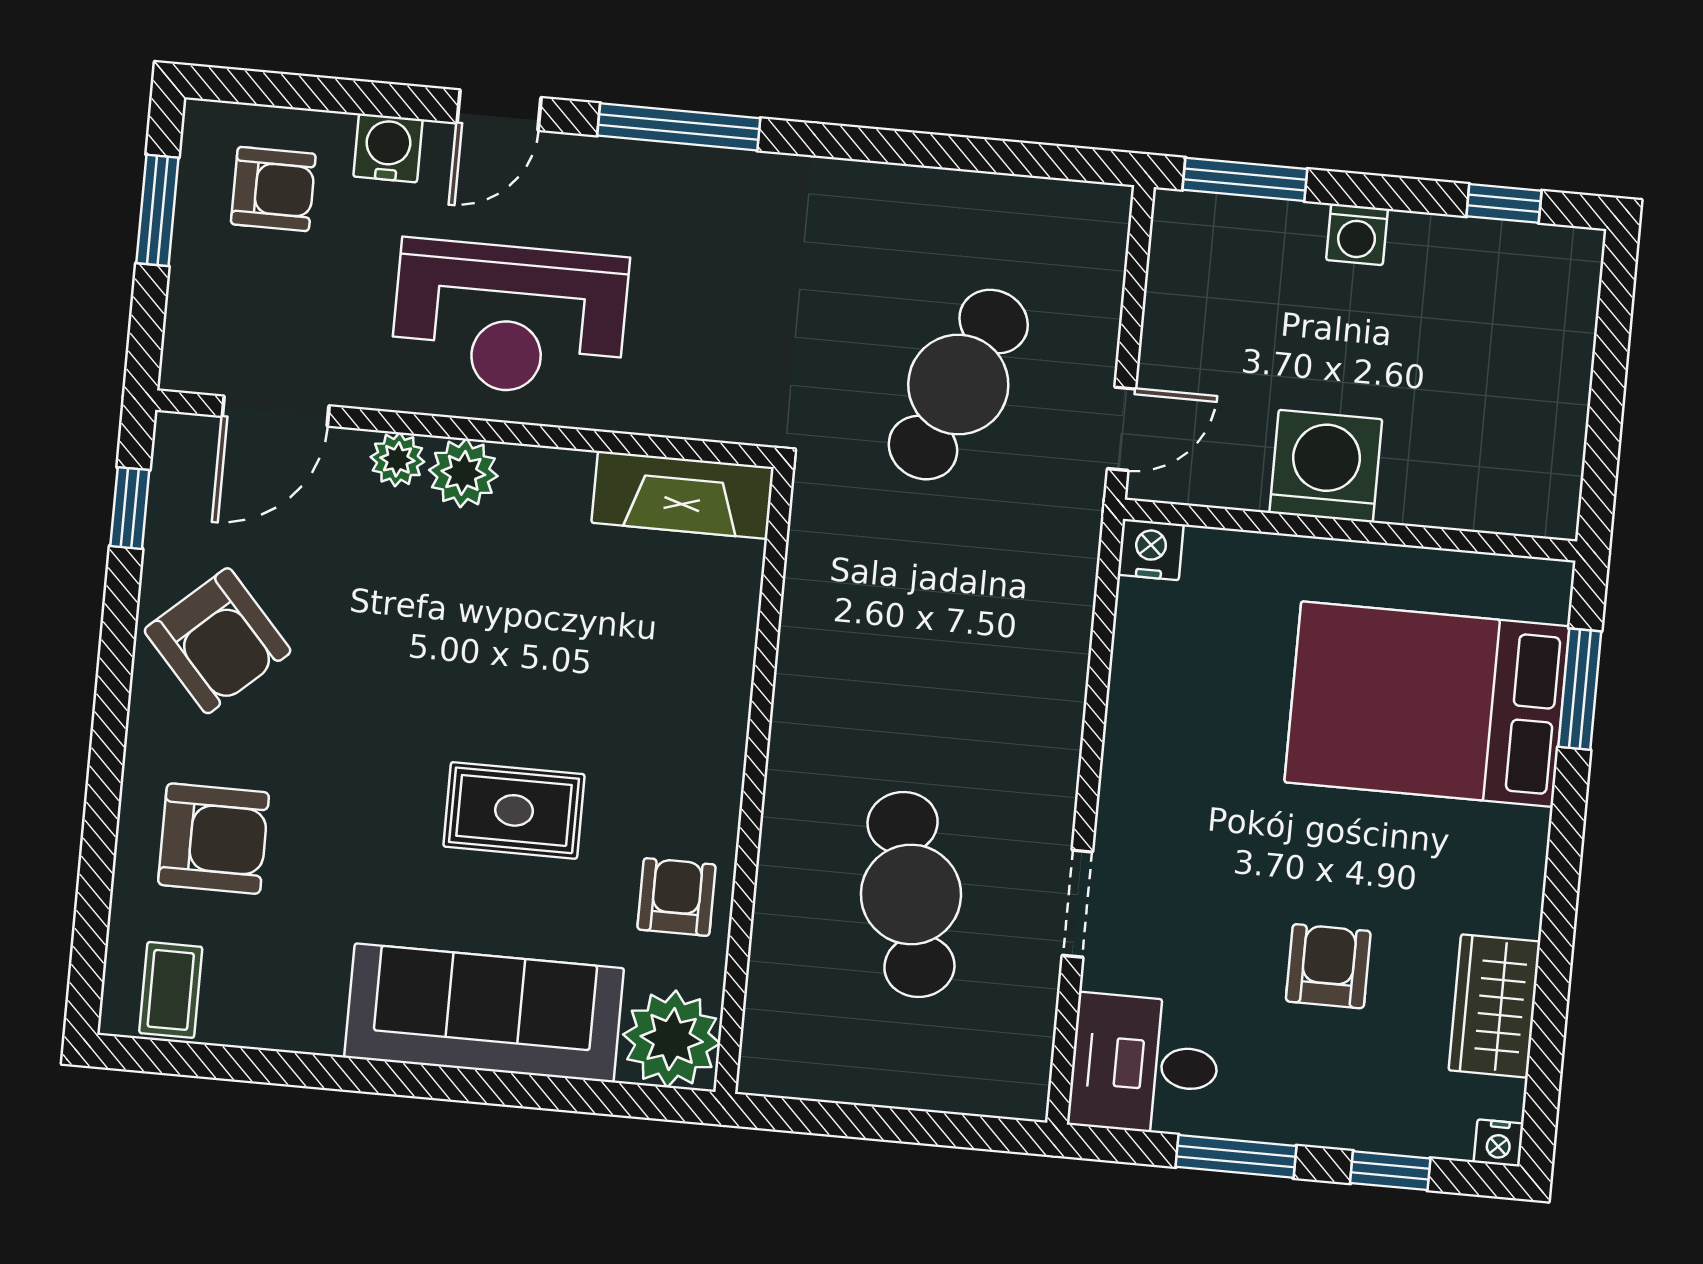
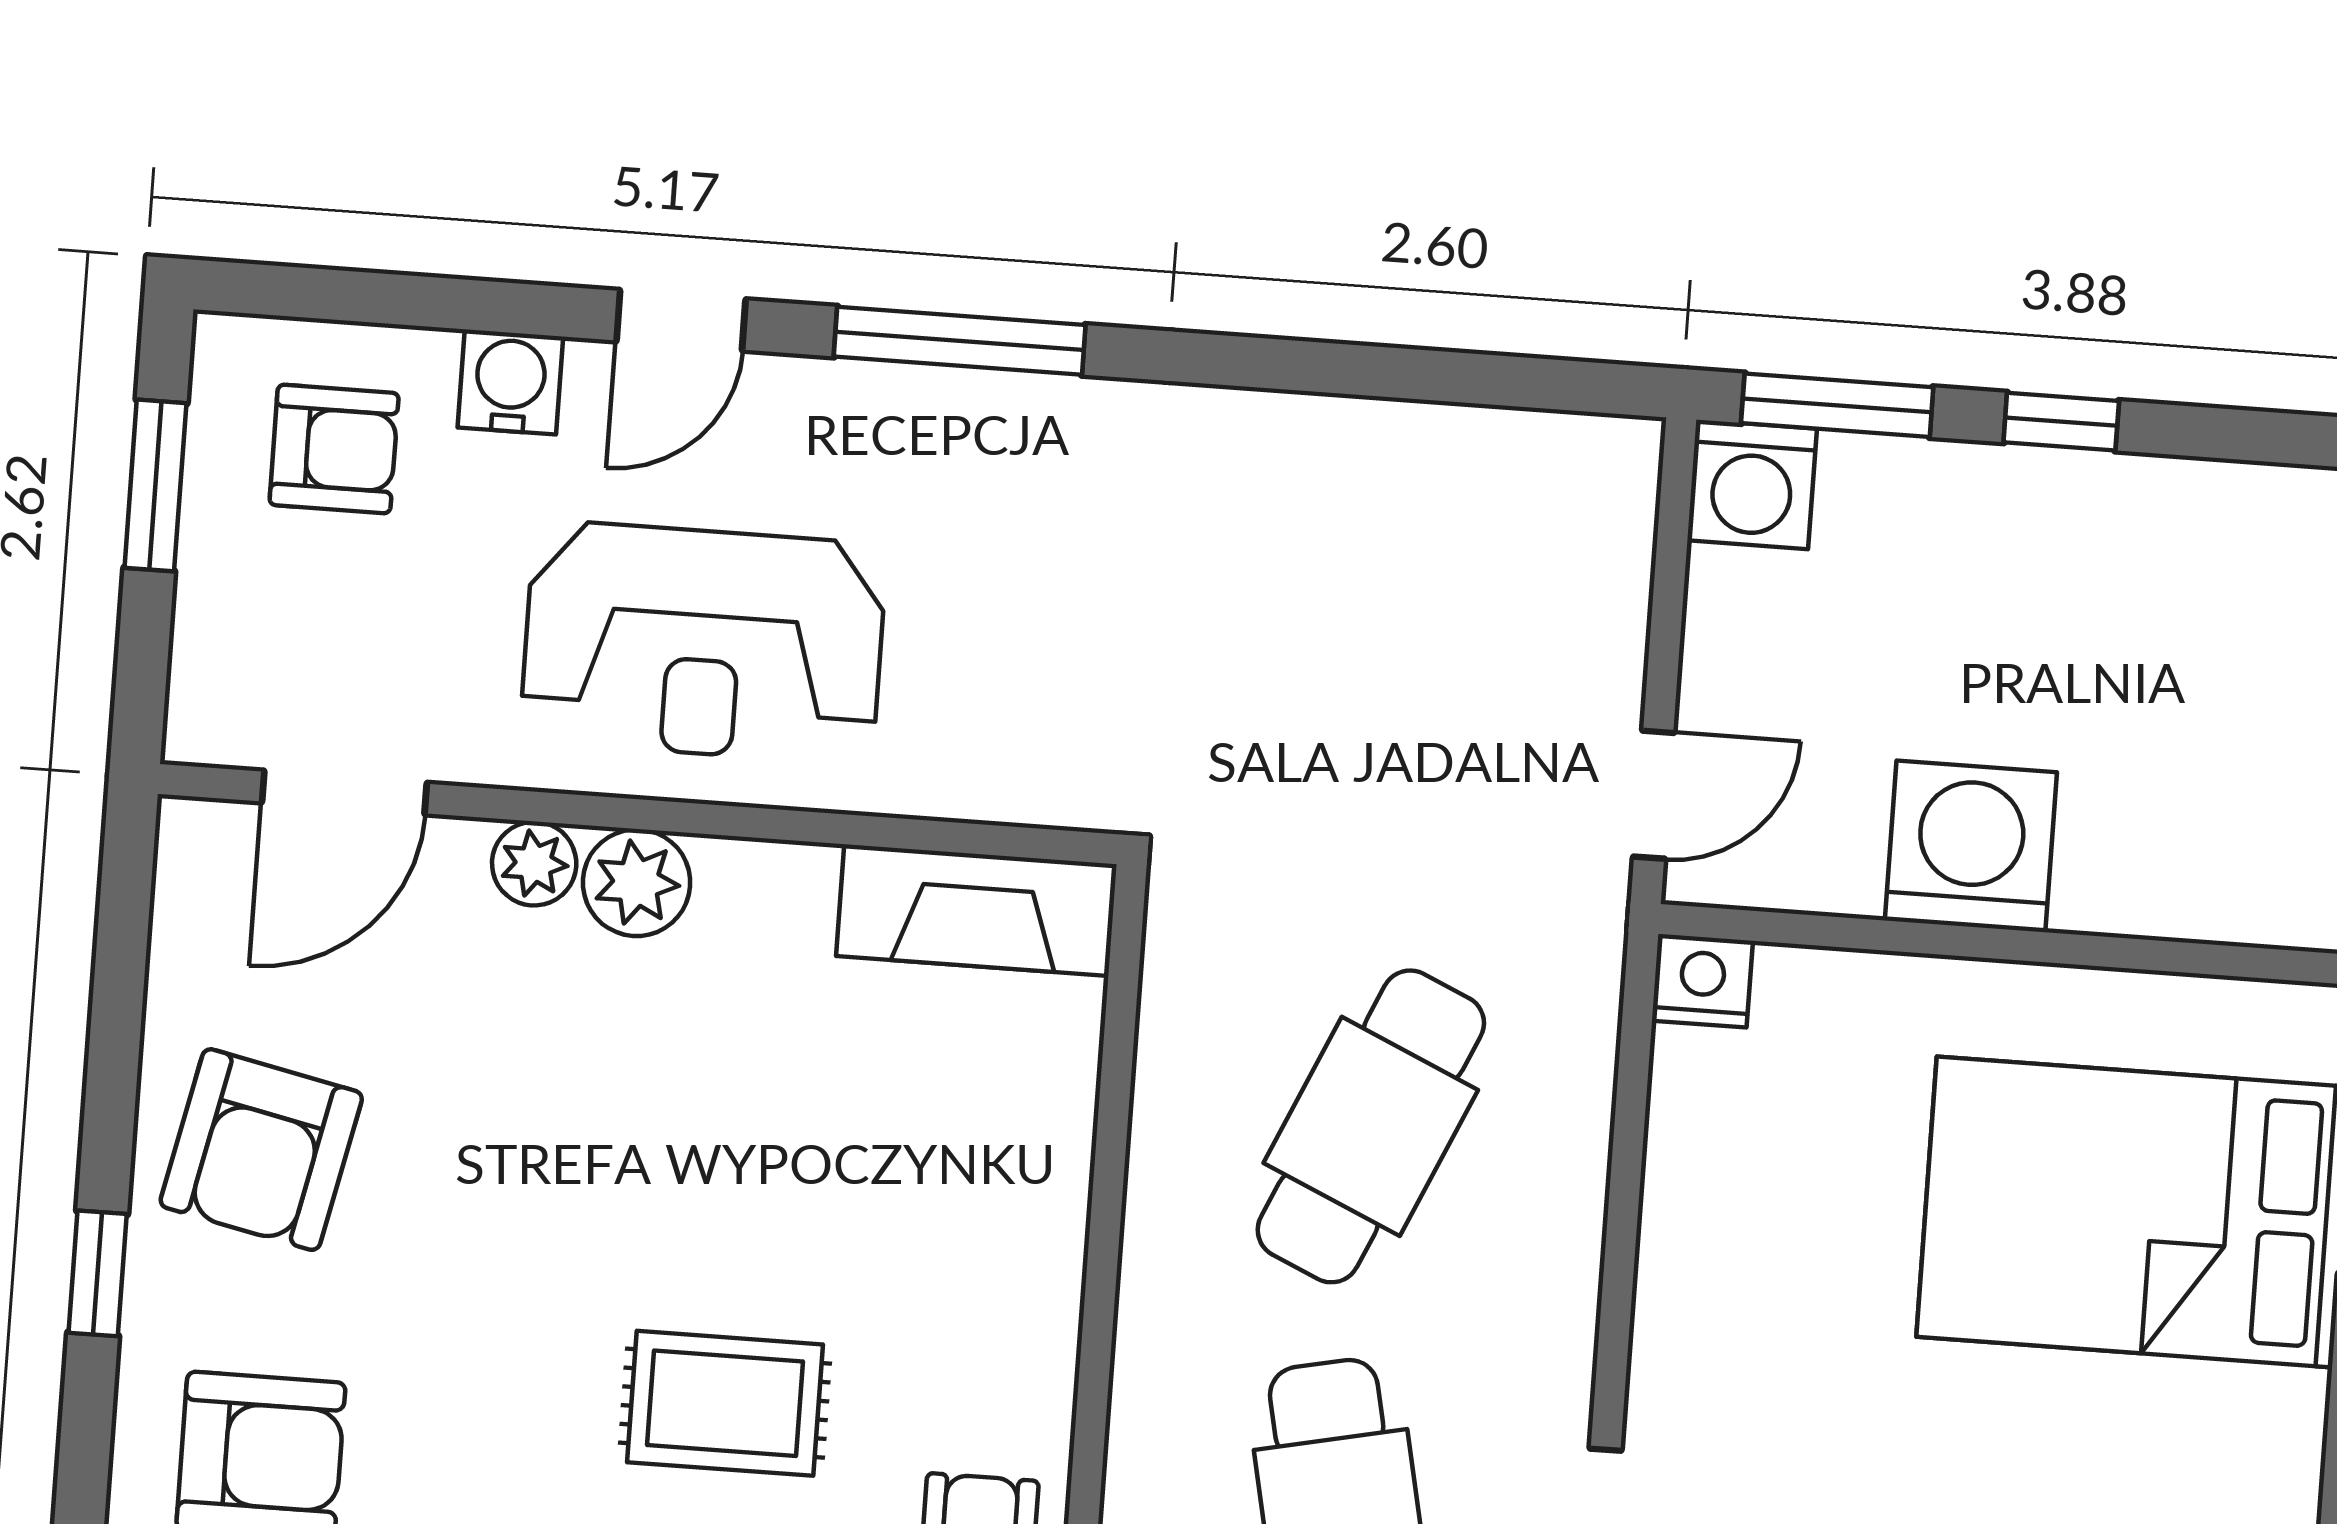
window: (1504, 203) -> (2061, 422), moved
washing machine: (1357, 234) -> (1752, 485), moved, width x1.38, depth x1.38
cafe table: (958, 385) -> (1371, 1126), moved
window: (130, 508) -> (98, 1273), moved
armchair: (218, 641) -> (261, 1150), turned 54

